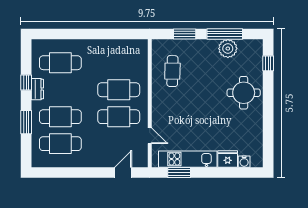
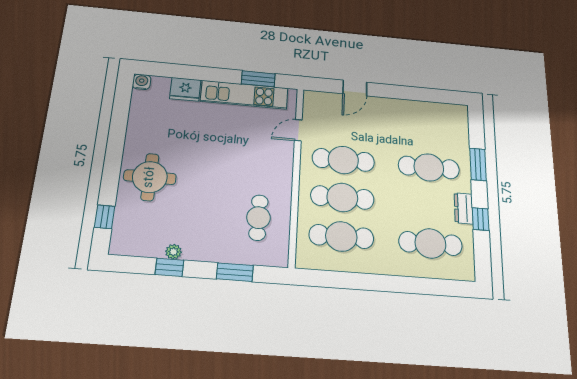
window: (225, 34) -> (169, 267), width x0.46
plant: (228, 49) -> (173, 252), width x0.53, depth x0.53
door: (150, 136) -> (298, 130), hinge flipped
cafe table: (60, 144) -> (341, 236), moved
water cooler: (244, 162) -> (142, 82), moved
door: (123, 172) -> (355, 88), moved

